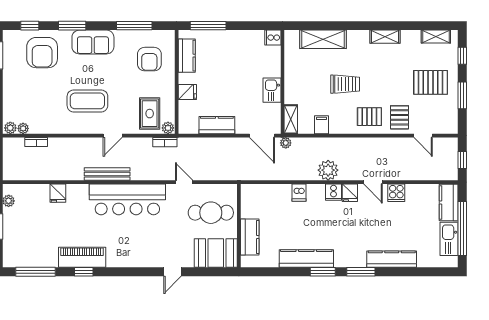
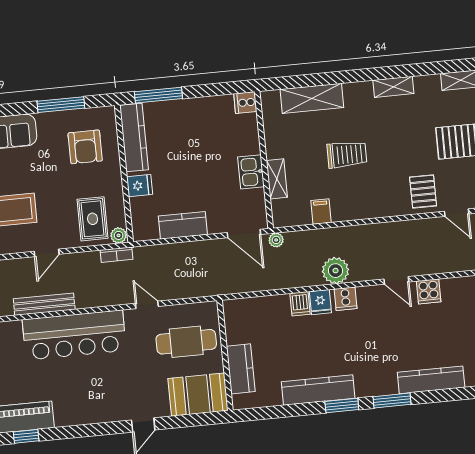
kitchen counter: (187, 56) -> (134, 137), width x1.50
pallet: (369, 117) -> (383, 194), removed
shelving: (291, 119) -> (277, 179), moved
fridge: (350, 193) -> (320, 302), moved

